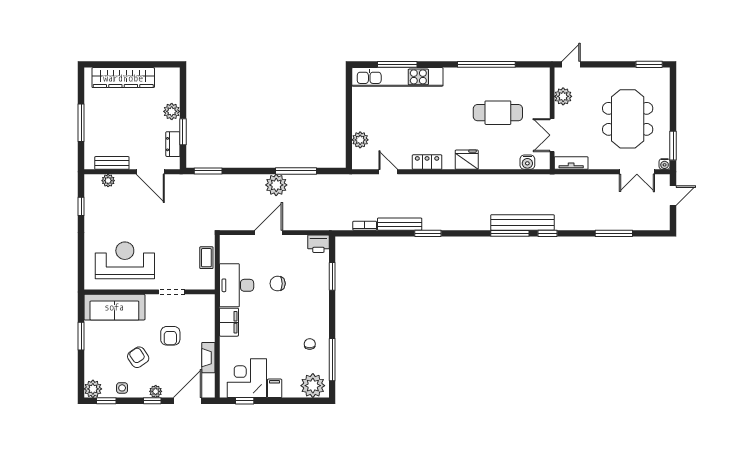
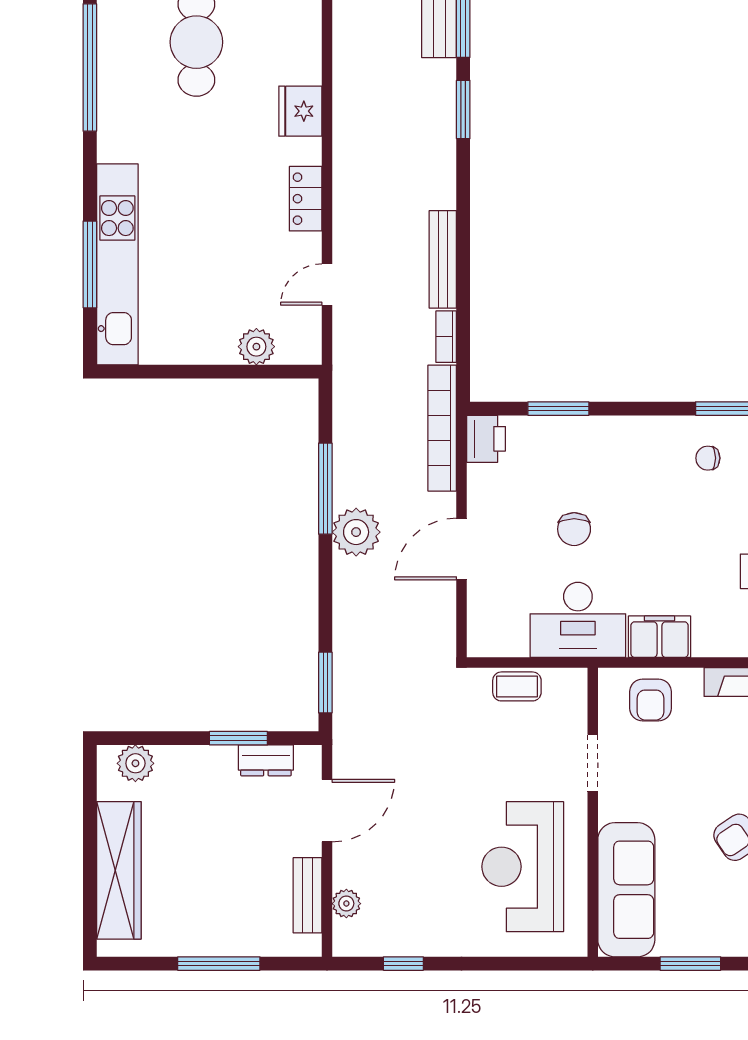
plant: (172, 111) -> (135, 763), moved
bookcase: (323, 224) -> (442, 428), added
door: (269, 233) -> (462, 549), hinge flipped
window: (428, 233) -> (463, 109), moved
armchair: (170, 336) -> (650, 700), moved, turned 90

